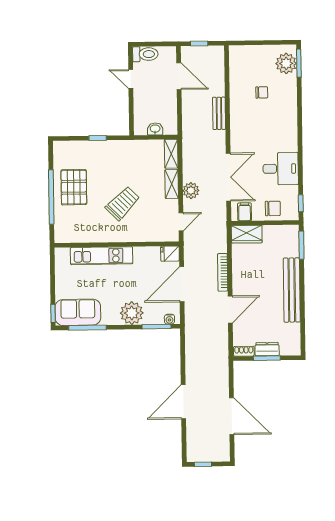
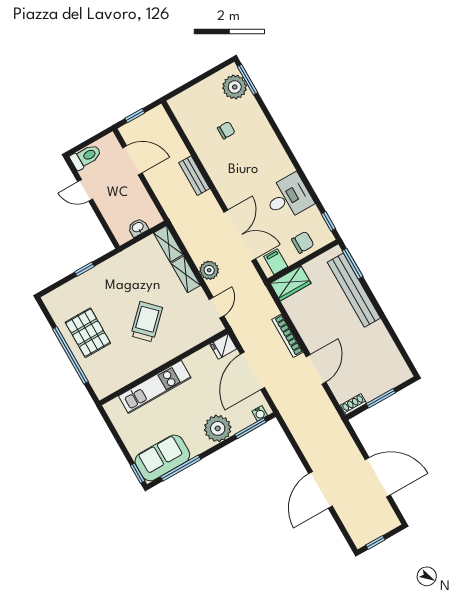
bench: (292, 290) -> (354, 290), moved
dresser: (267, 349) -> (376, 389), removed

